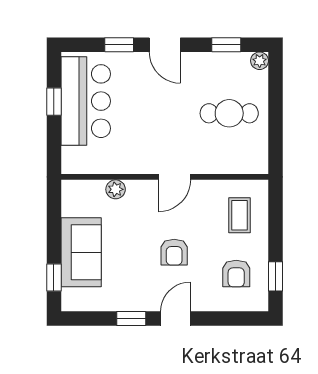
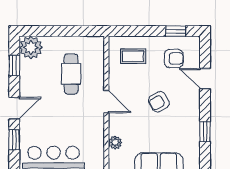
plant: (260, 61) -> (31, 48), width x1.88, depth x1.88
cafe table: (229, 113) -> (71, 74), moved
armchair: (174, 252) -> (159, 102), turned 151
door: (175, 318) -> (205, 79), moved

